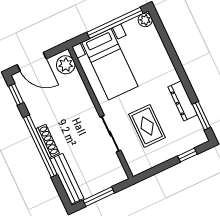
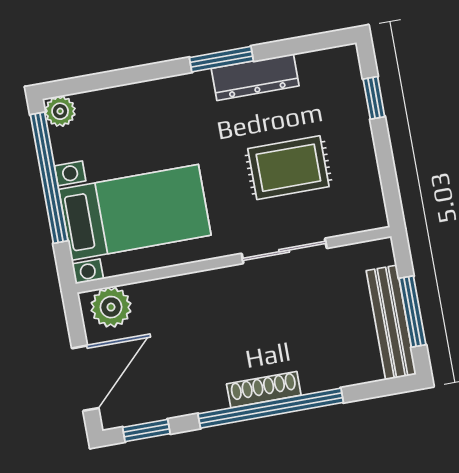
window: (201, 116) -> (221, 59), moved
bench: (67, 179) -> (391, 323), moved, turned 90

